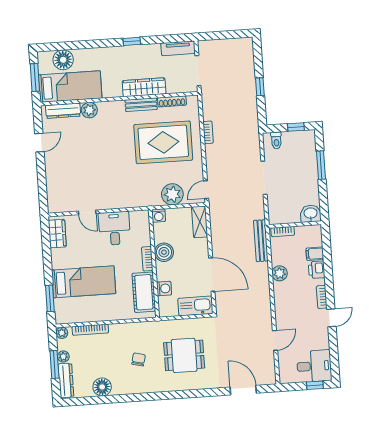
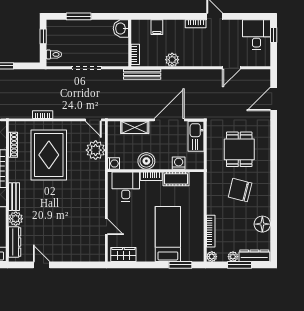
bench: (141, 105) -> (14, 197), moved
door: (87, 212) -> (106, 227), hinge flipped
shelving: (200, 222) -> (135, 127), moved
desk: (114, 228) -> (126, 187), moved, turned 90
printer: (317, 270) -> (171, 26), removed
cot: (144, 292) -> (176, 179), width x0.73, depth x0.75
door: (275, 340) -> (231, 68), swing flipped
chair: (138, 359) -> (240, 190), width x1.87, depth x1.87

